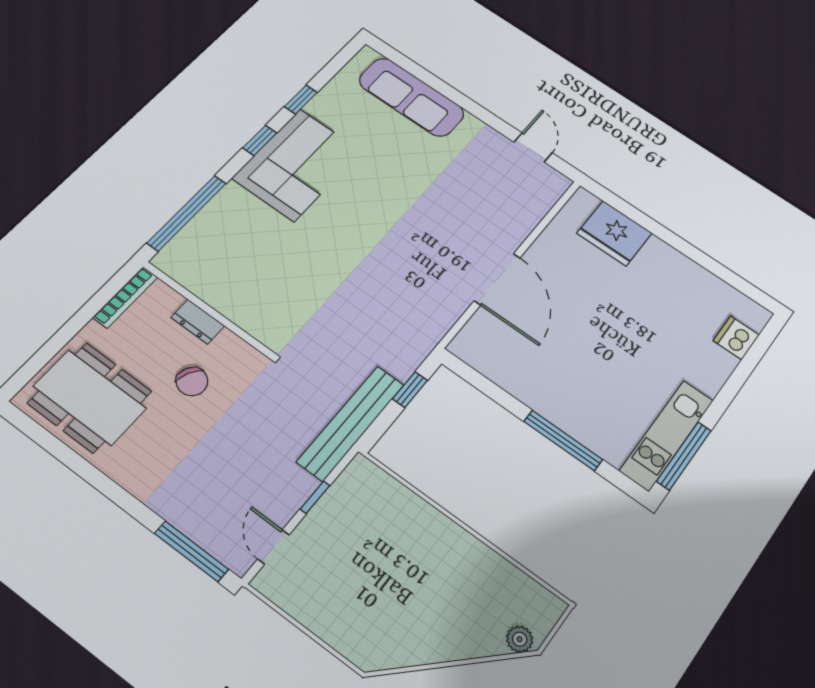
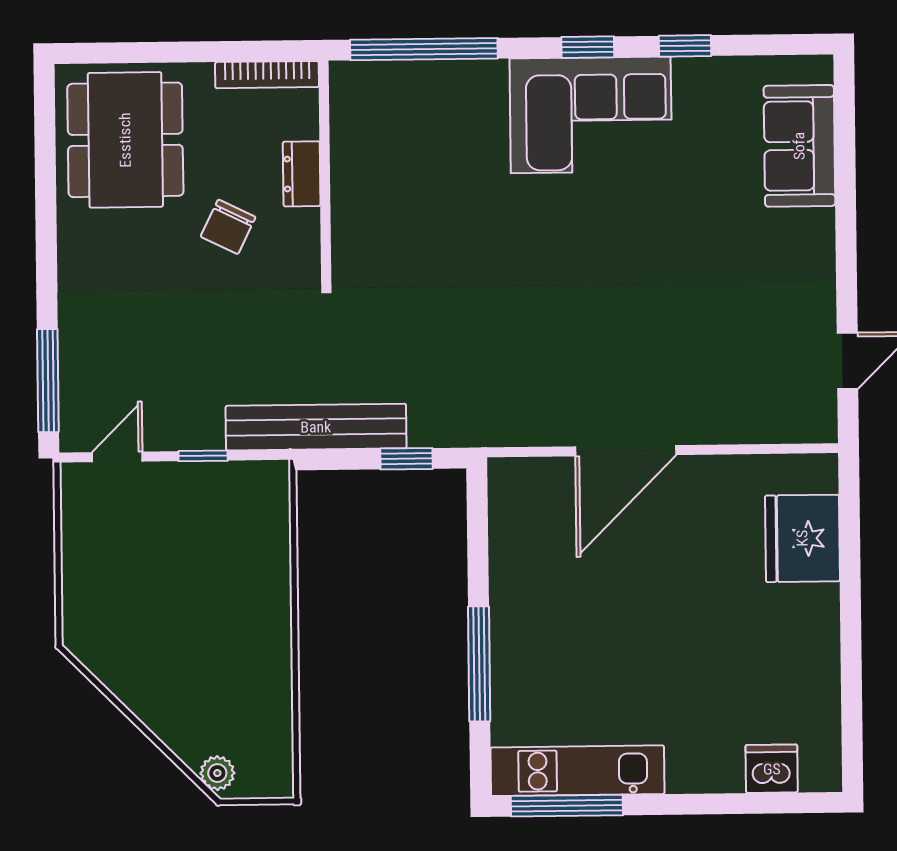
sofa: (411, 97) -> (799, 146), width x0.73

